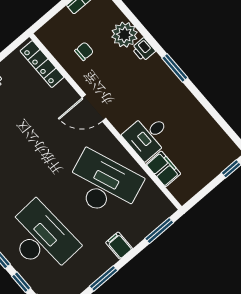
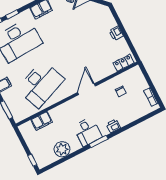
plant: (124, 35) -> (62, 149), moved
locker: (42, 64) -> (124, 63), width x0.66
desk: (148, 136) -> (87, 132), moved, turned 180

